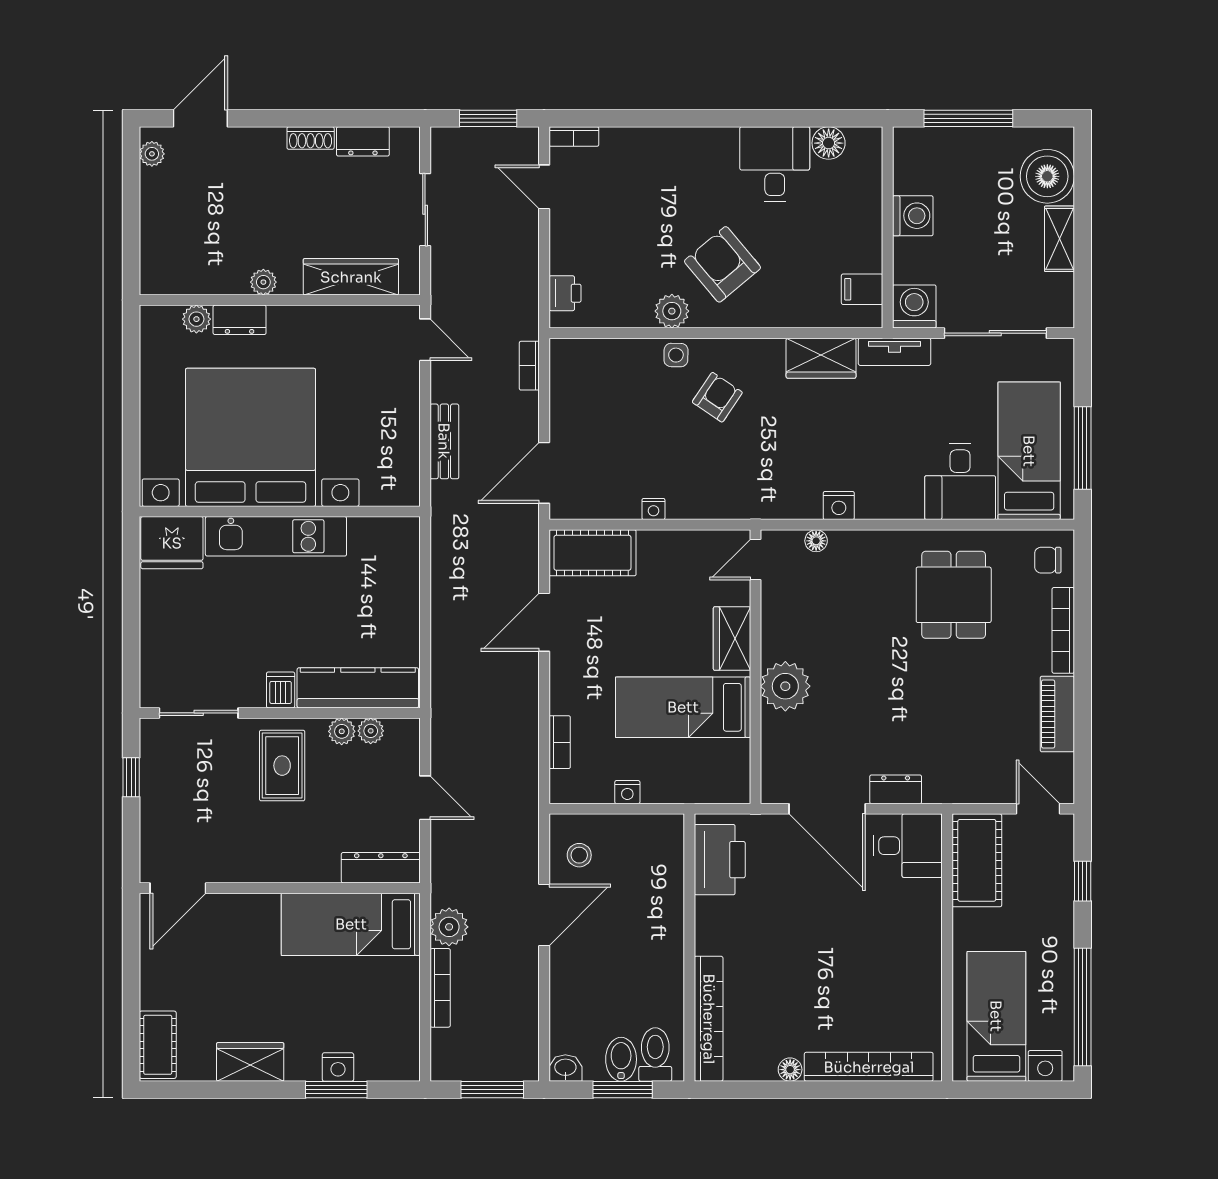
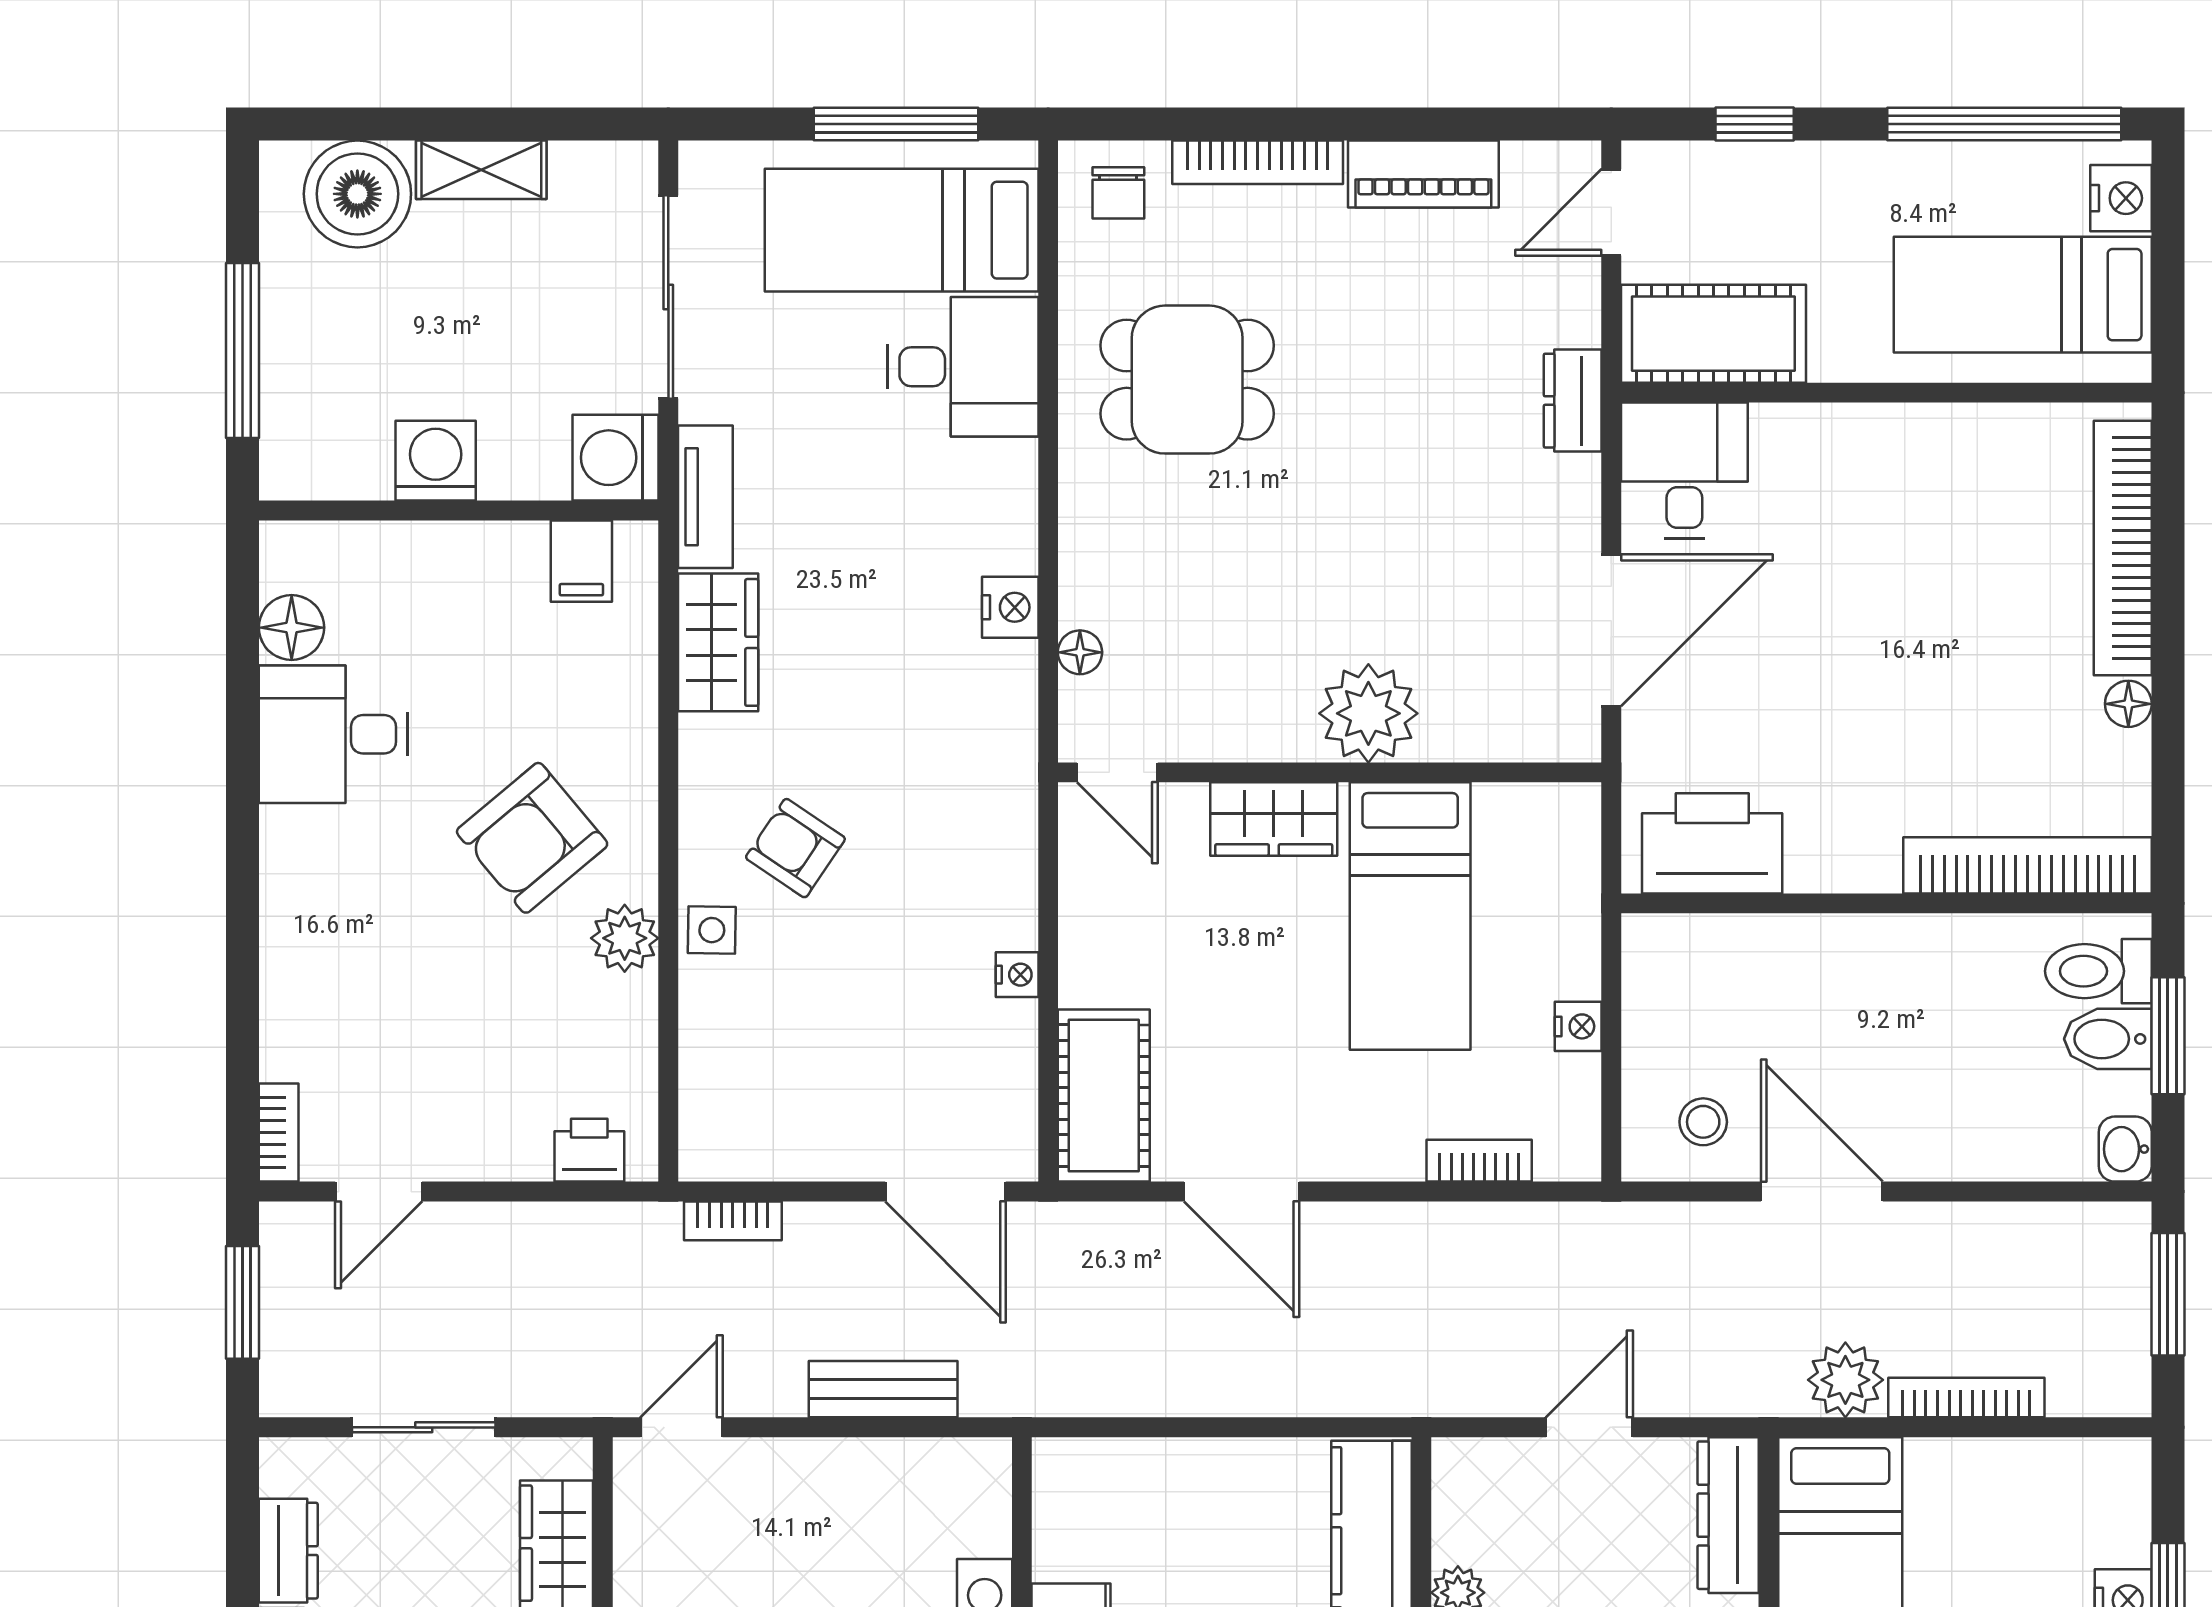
plant: (371, 731) -> (1457, 1535), removed
dresser: (896, 789) -> (1573, 401), moved

